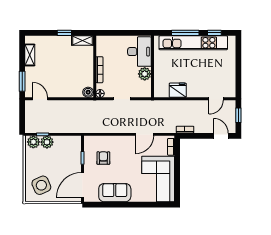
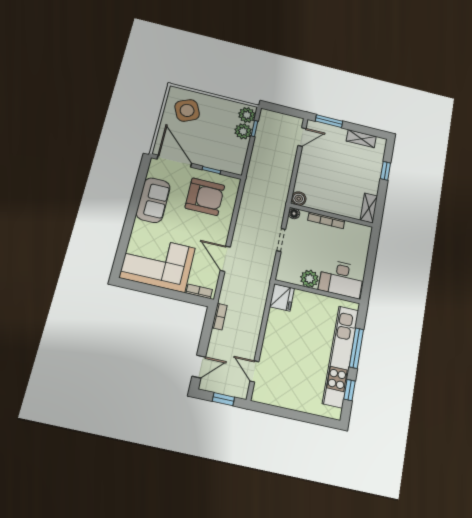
window: (64, 33) -> (385, 171), moved
fridge: (178, 90) -> (282, 297), moved
armchair: (103, 158) -> (205, 197), width x1.88, depth x1.88

